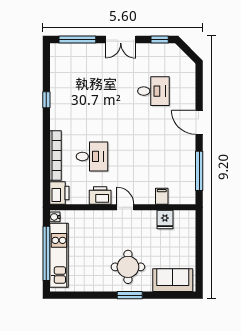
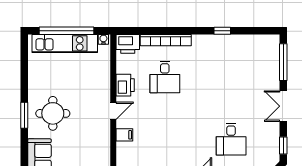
filing cabinet: (162, 196) -> (124, 135), moved
fridge: (165, 220) -> (101, 151), removed

